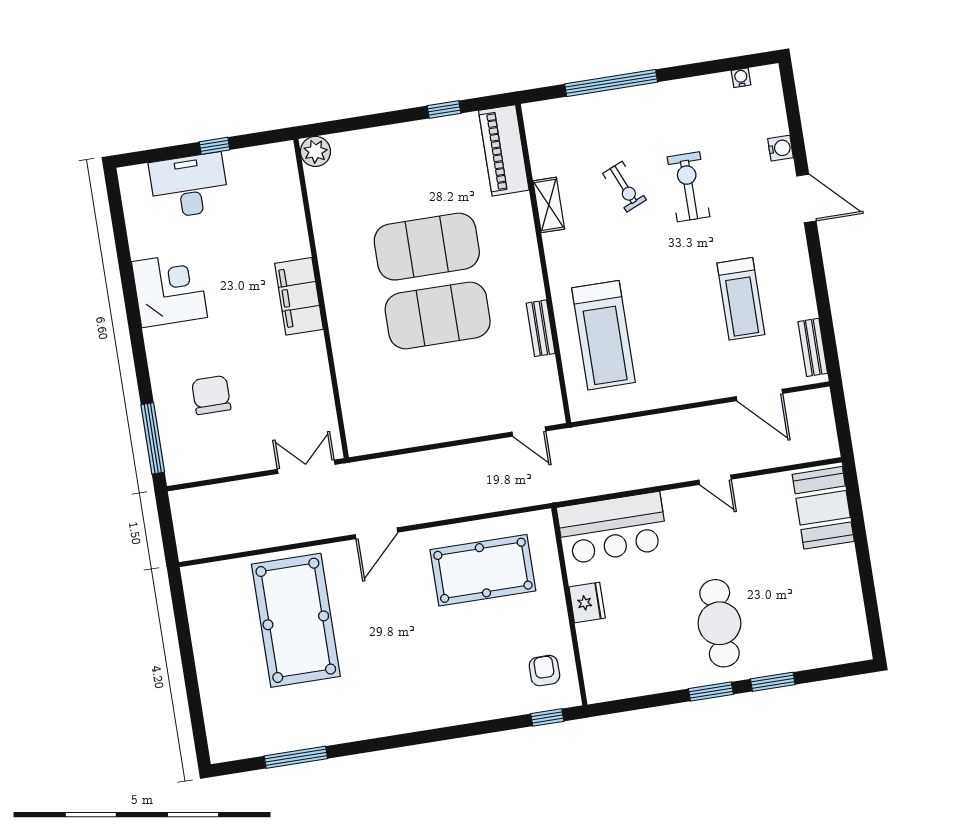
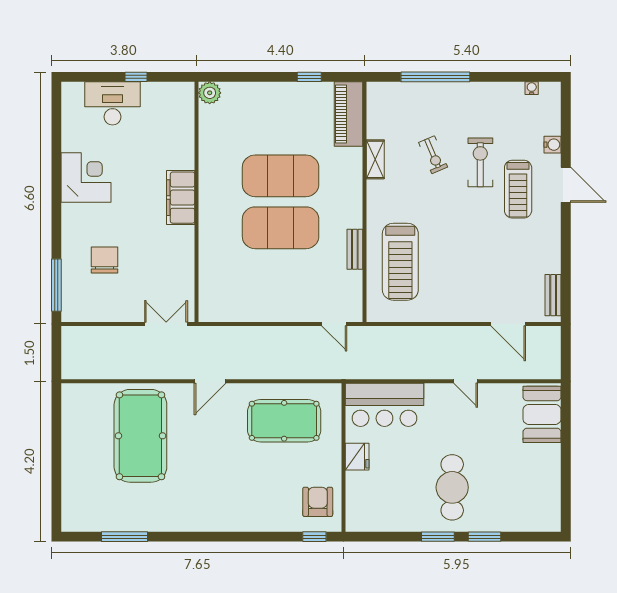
treadmill: (741, 299) -> (518, 189), moved
armchair: (544, 671) -> (318, 502), width x1.38, depth x1.38

